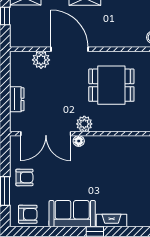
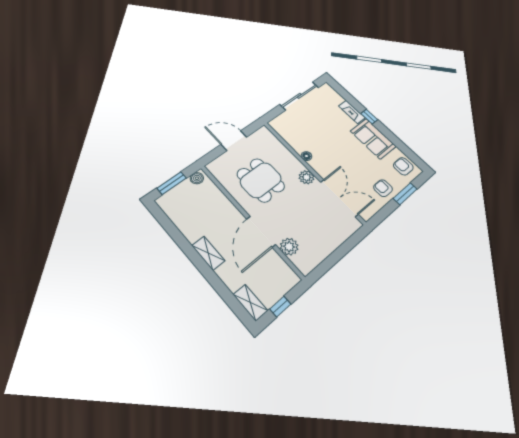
dresser: (17, 99) -> (336, 240), removed
floor lamp: (79, 141) -> (307, 156), moved

